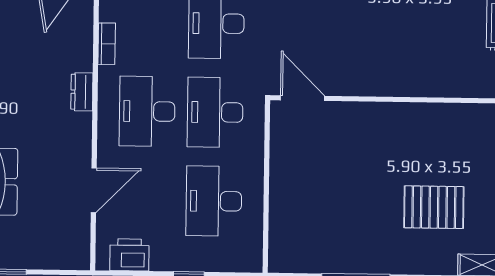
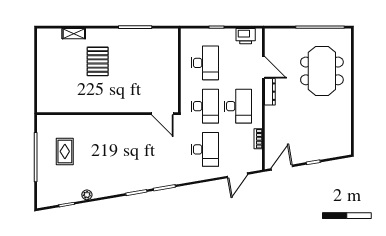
dresser: (82, 92) -> (270, 92), moved, width x1.44
door: (94, 190) -> (263, 67), swing flipped
pallet: (434, 207) -> (98, 61), turned 90

